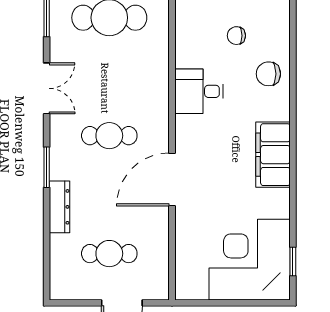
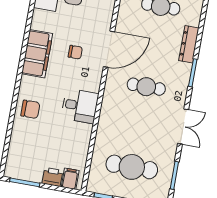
chair: (236, 36) -> (75, 52), moved
double door: (47, 88) -> (183, 126), swing flipped

